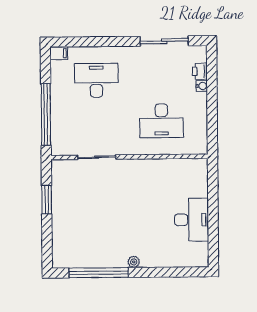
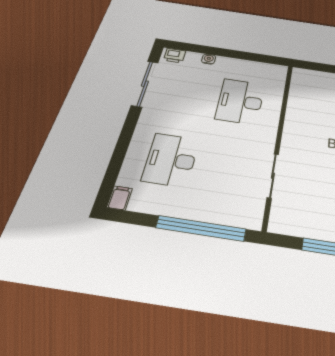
printer: (200, 71) -> (175, 56), moved
desk: (161, 121) -> (240, 101), turned 180

